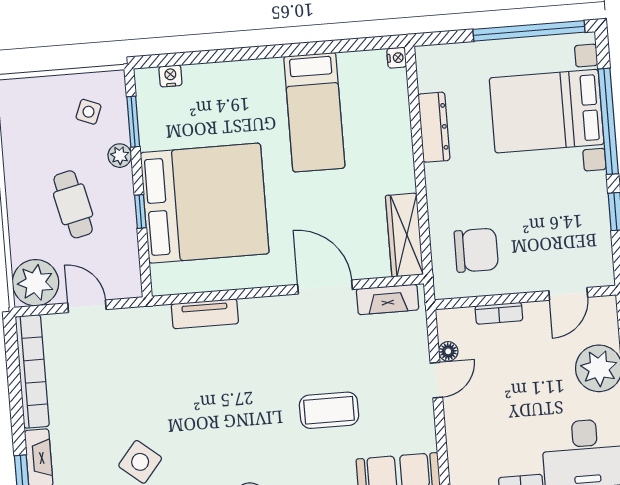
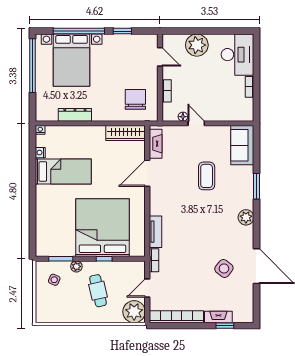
nightstand: (170, 76) -> (40, 153), moved
cafe table: (73, 204) -> (98, 291), turned 90
bookcase: (145, 316) -> (154, 260), added

